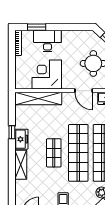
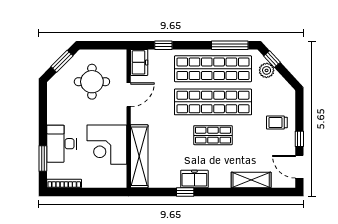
shelving: (21, 165) -> (251, 180), moved

